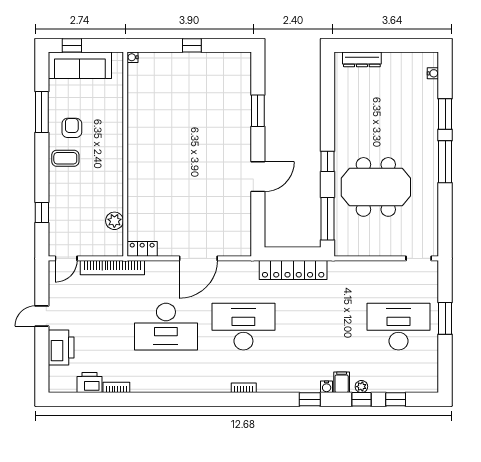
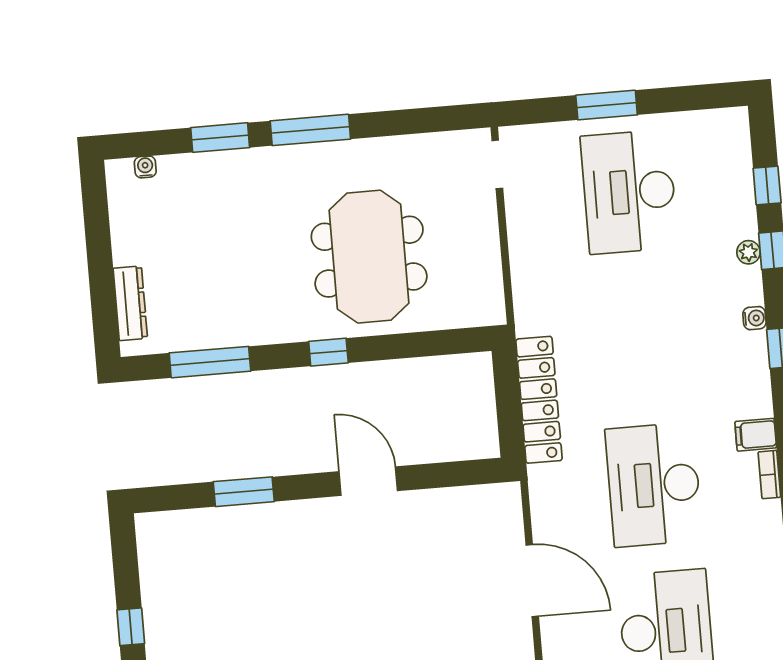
window: (327, 219) -> (210, 362), moved
filing cabinet: (342, 382) -> (756, 435), moved

